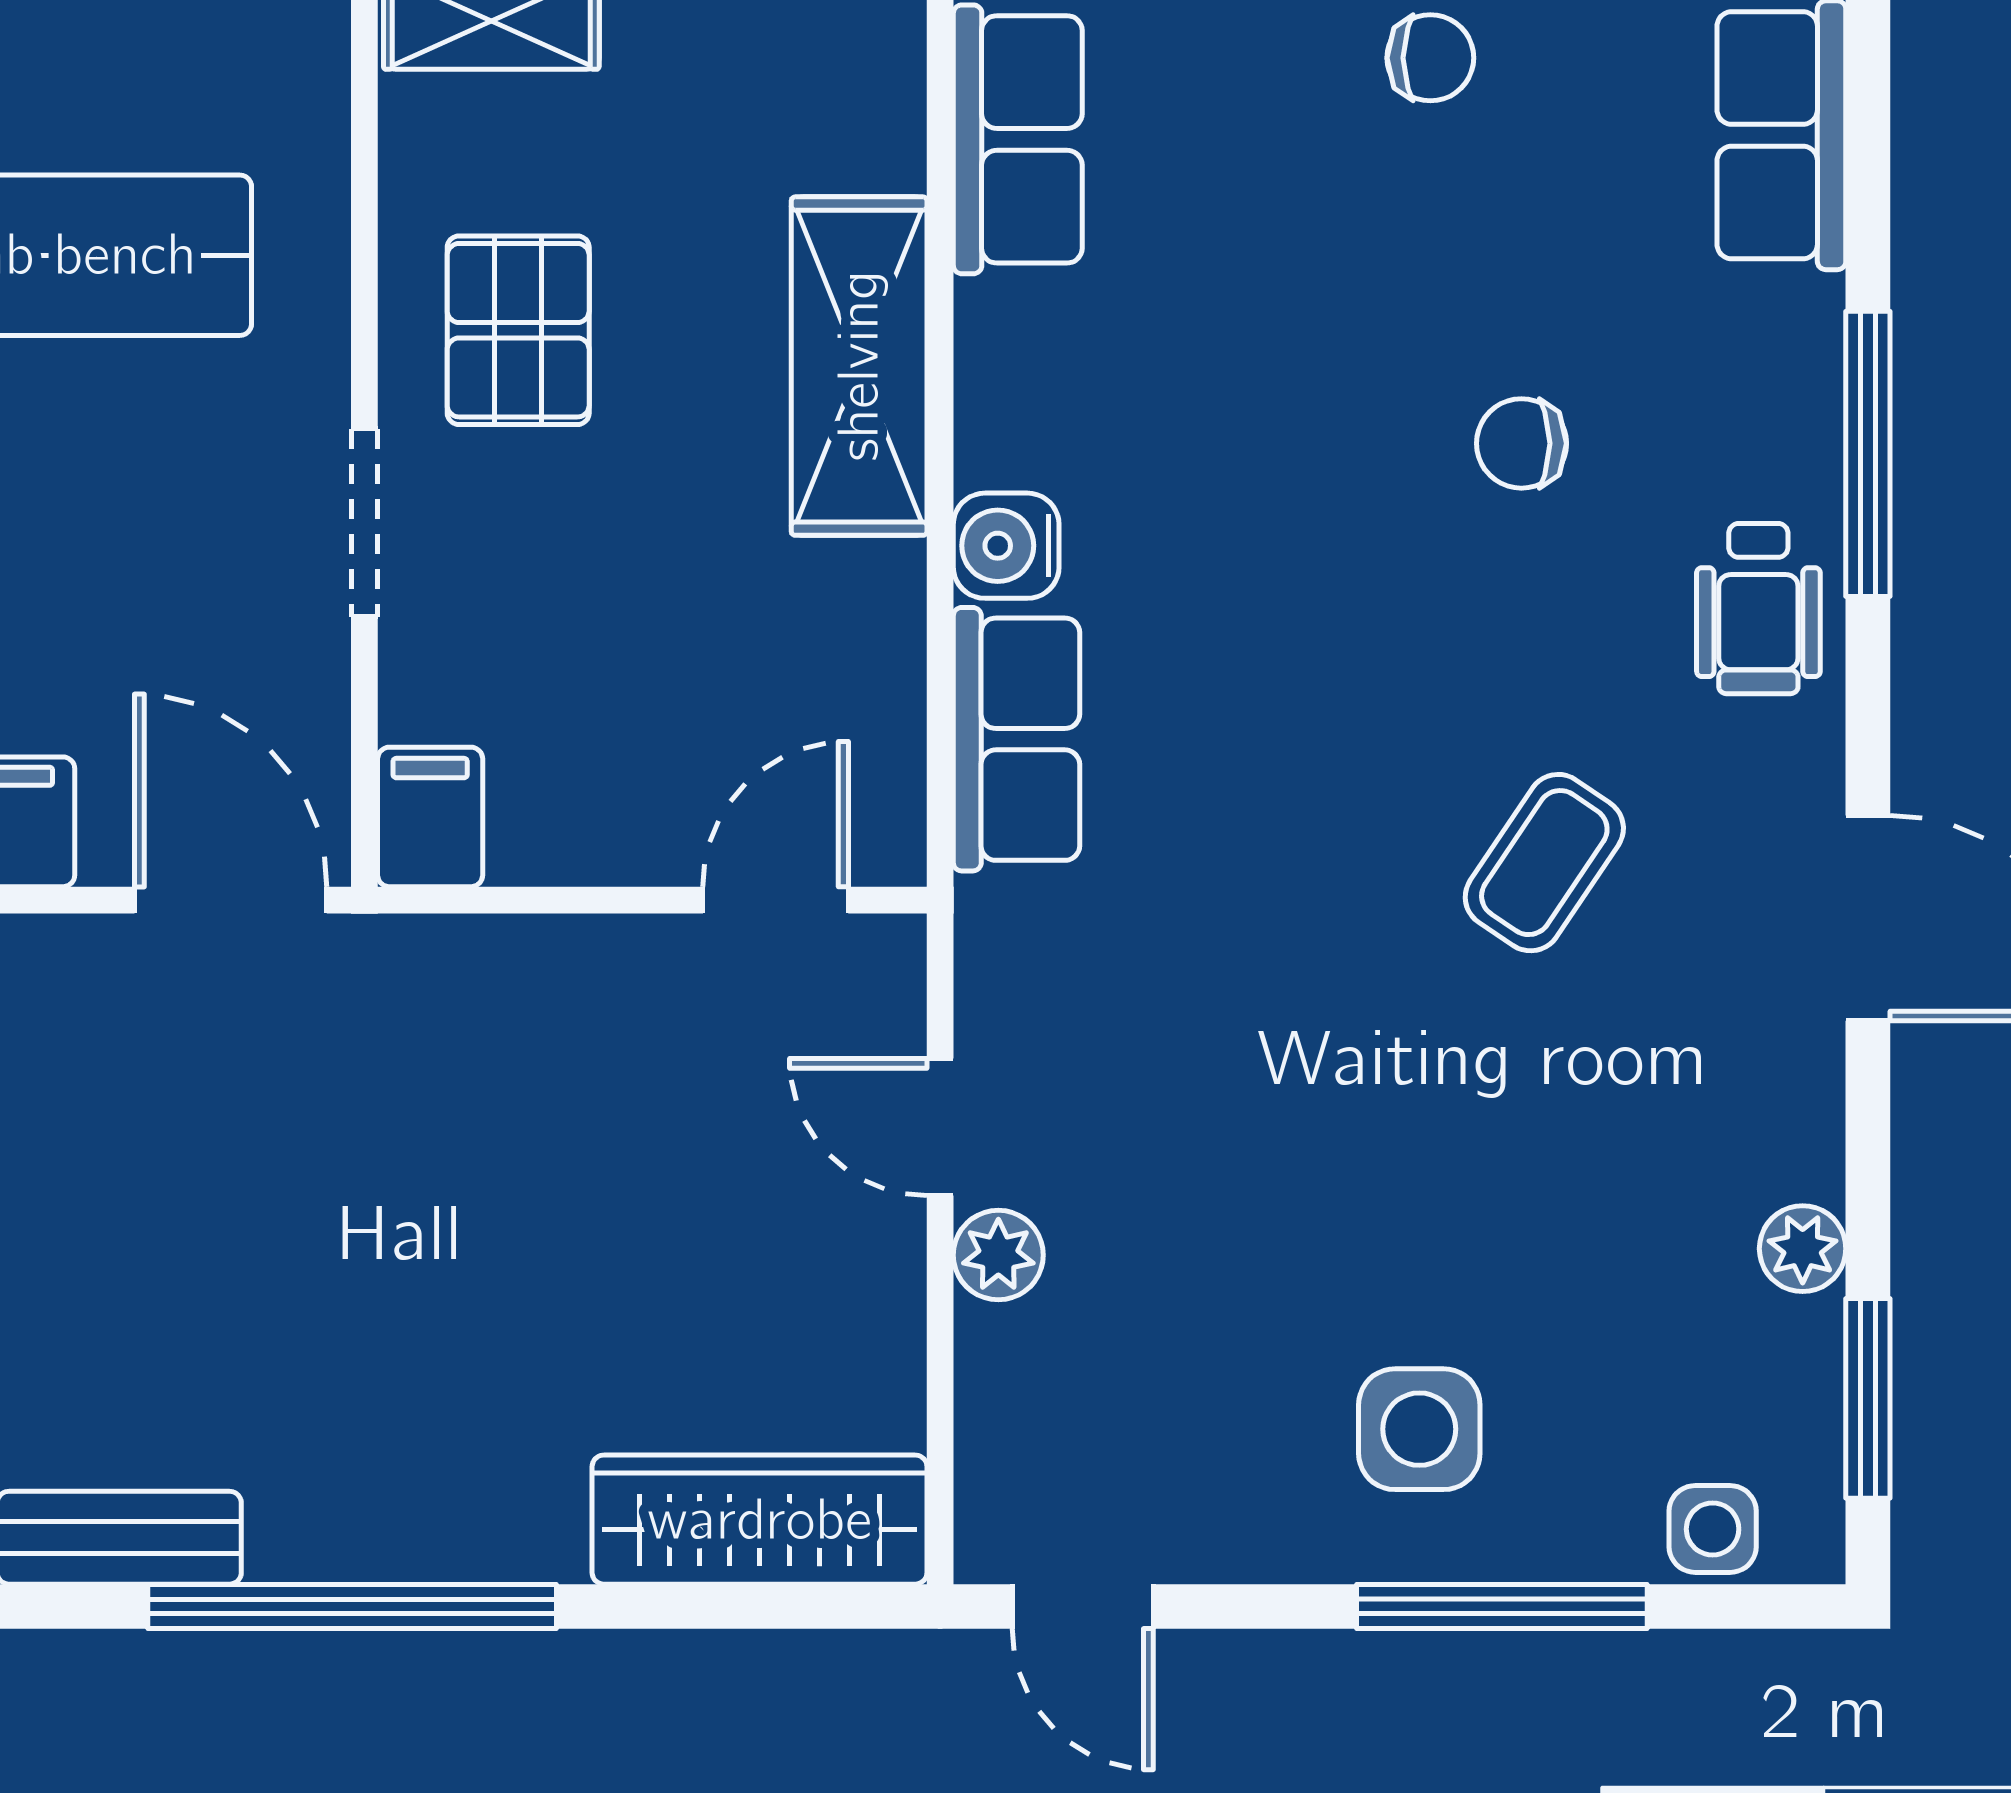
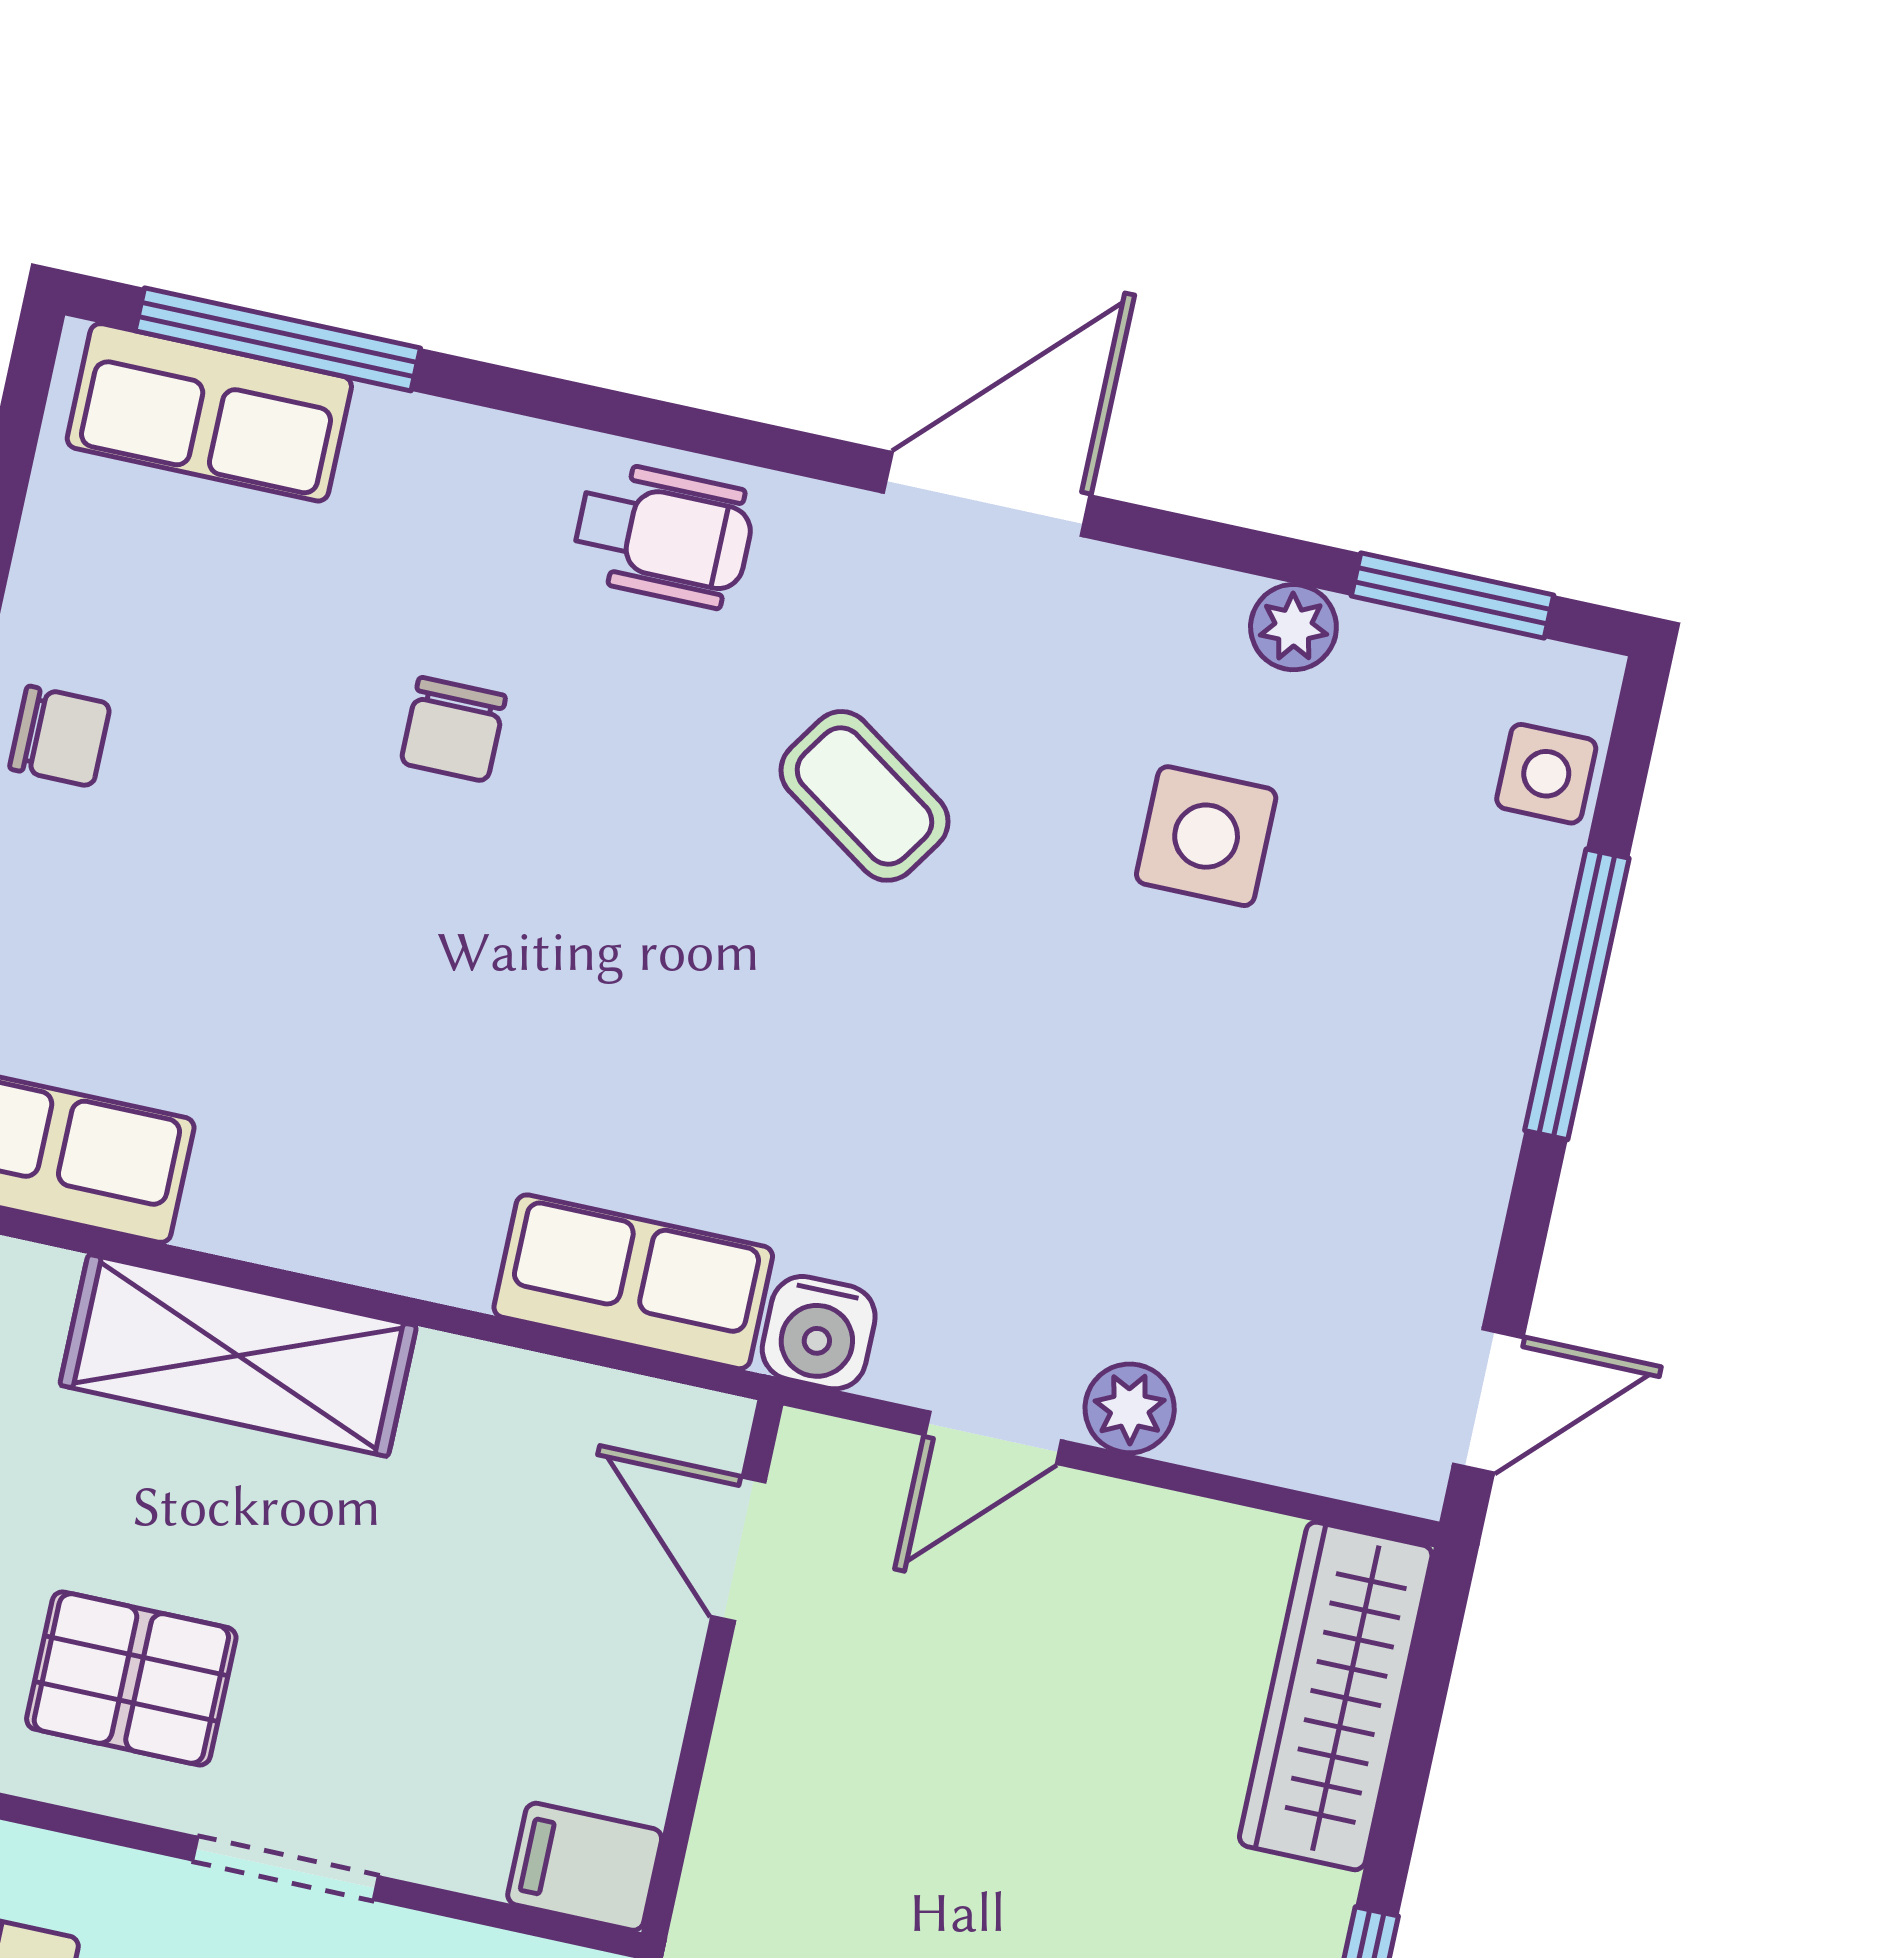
chair: (1430, 58) -> (60, 736), turned 90
window: (1868, 454) -> (278, 339), moved
water cooler: (1006, 546) -> (819, 1333), moved
side table: (1419, 1429) -> (1206, 836), moved

